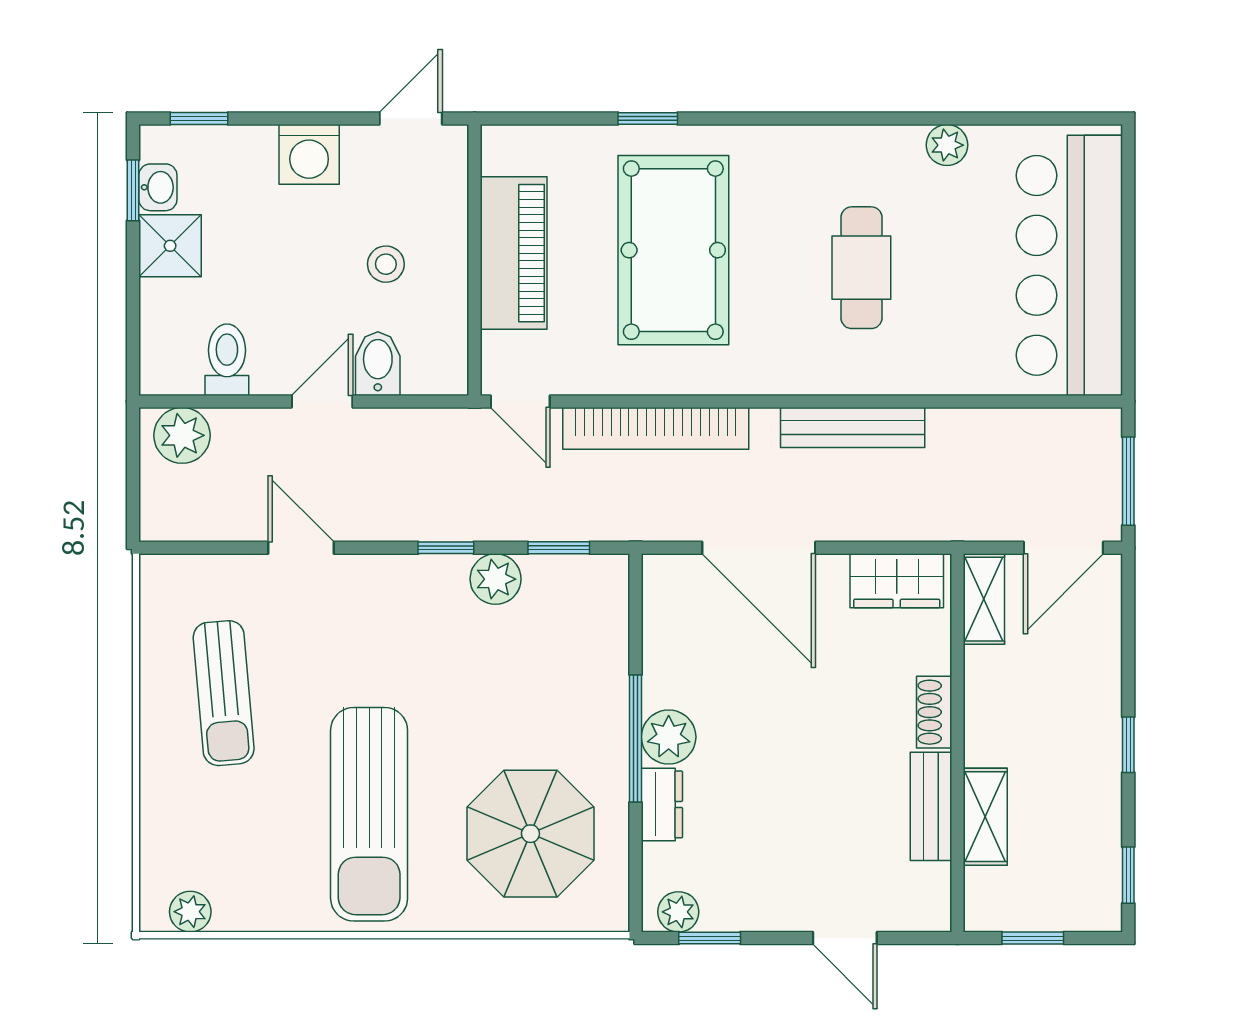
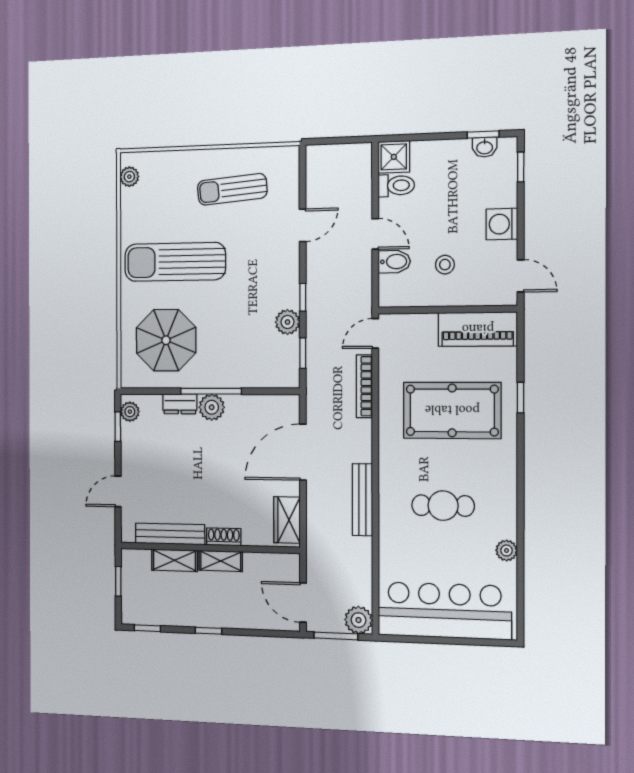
shower: (170, 246) -> (394, 157), moved
piano: (514, 253) -> (478, 329), moved
bookcase: (656, 428) -> (364, 386), width x0.68, depth x0.76
plant: (182, 435) -> (358, 620), moved
shelving: (984, 599) -> (221, 561), moved
bench: (931, 806) -> (170, 534), width x1.36

